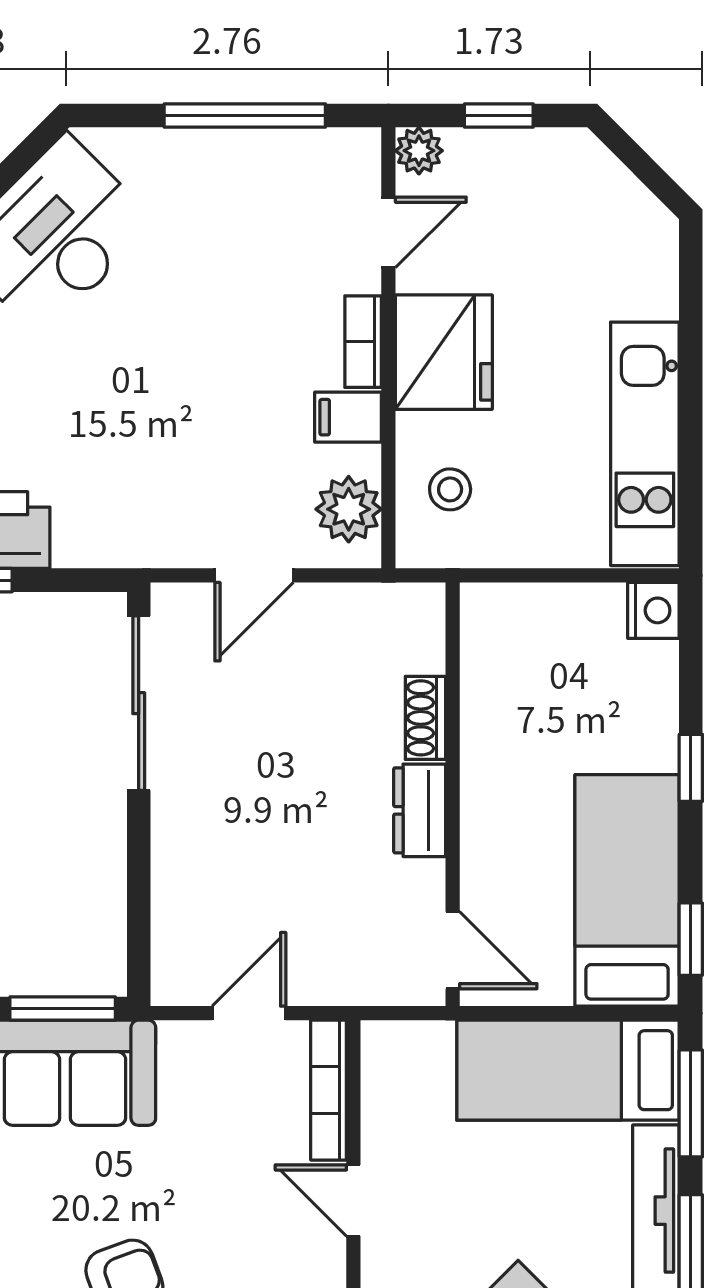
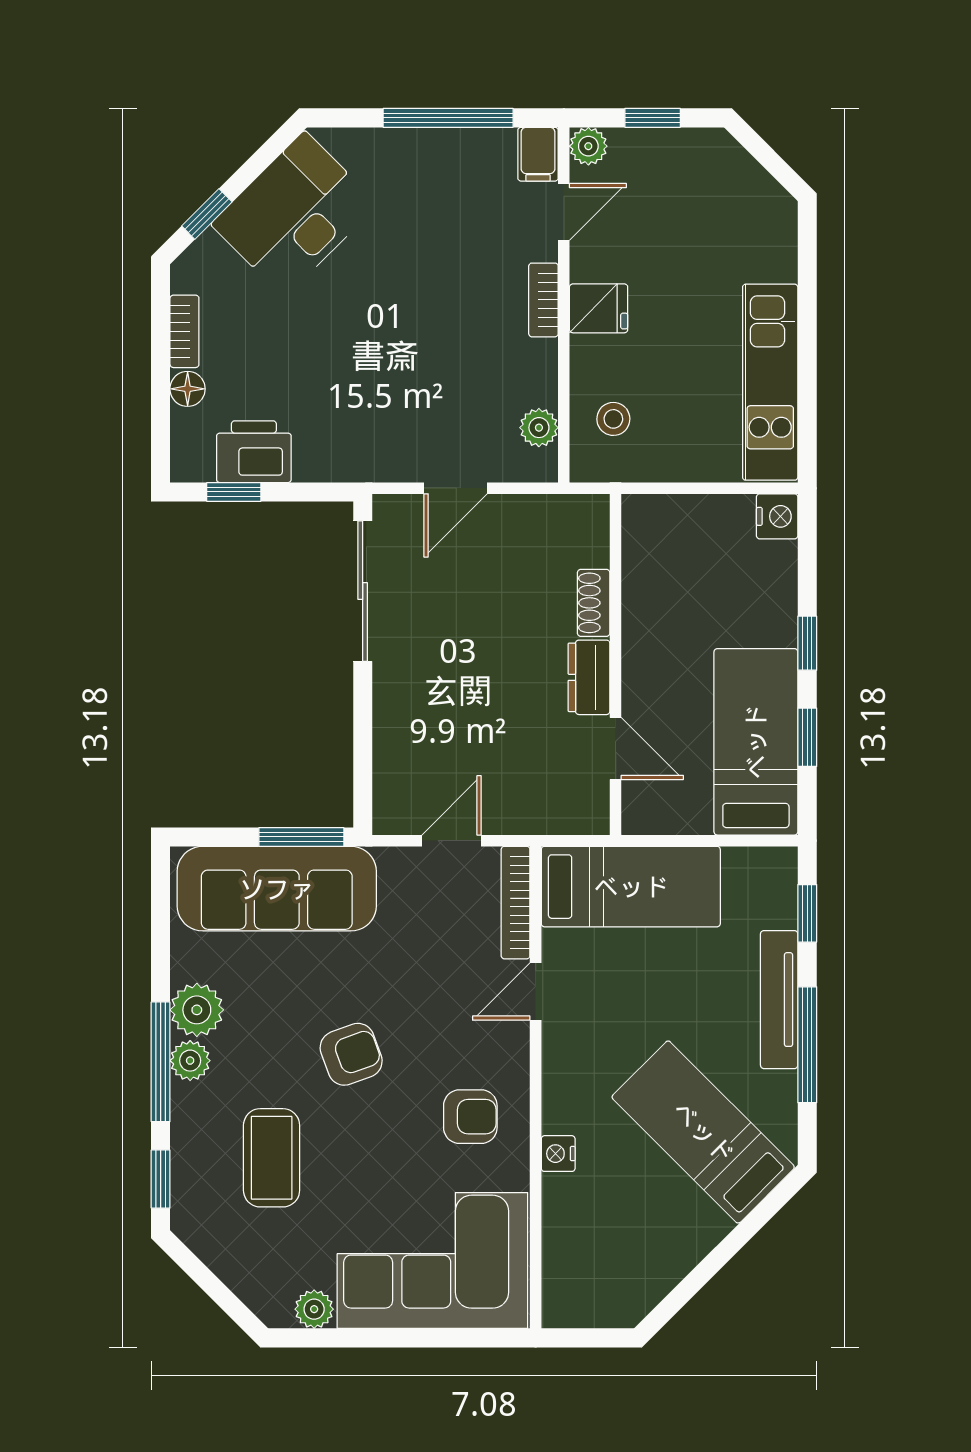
fridge: (444, 352) -> (599, 308), width x0.53, depth x0.75
filing cabinet: (348, 417) -> (538, 154), moved, turned -90
plant: (349, 509) -> (539, 428), width x0.73, depth x0.73
window: (691, 939) -> (807, 737), moved
door: (453, 950) -> (616, 748), moved
bed: (568, 1070) -> (631, 887), moved, turned 180
window: (691, 1103) -> (807, 913), width x0.67
door: (353, 1200) -> (536, 991), hinge flipped

